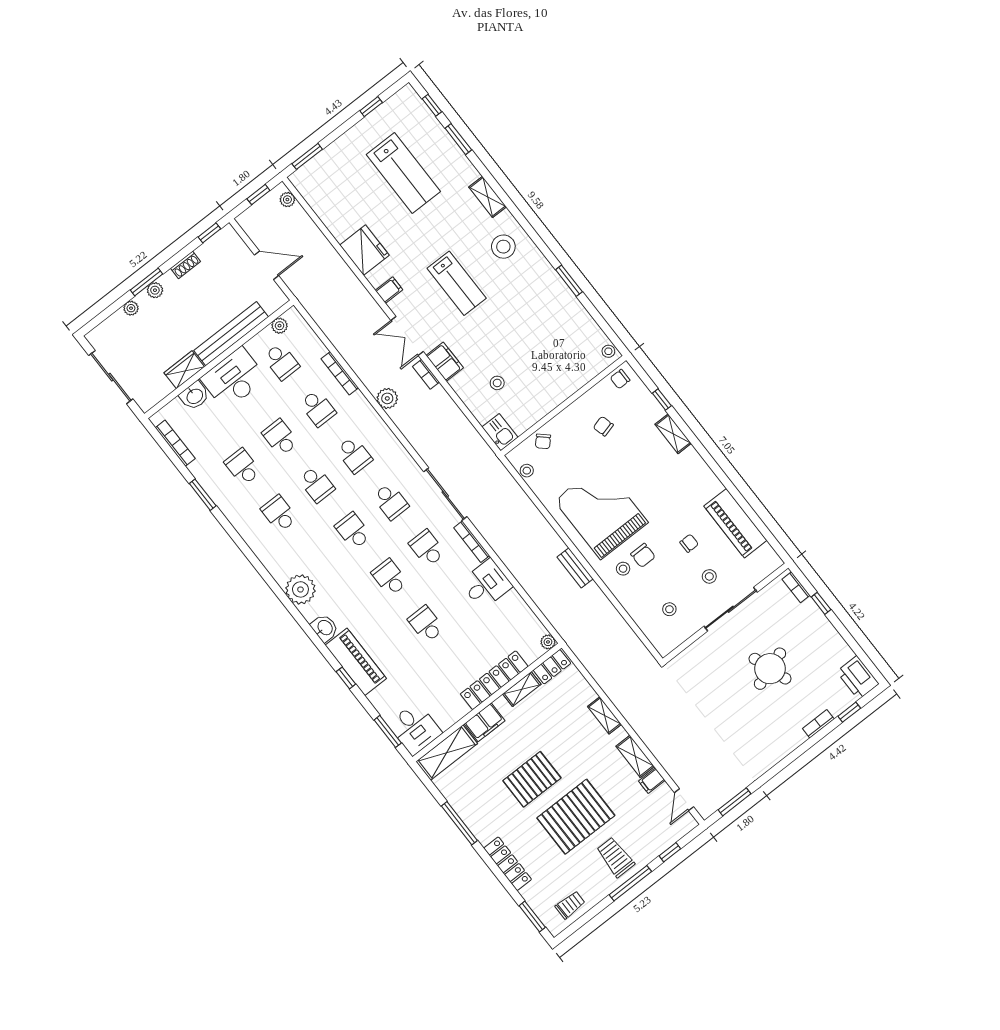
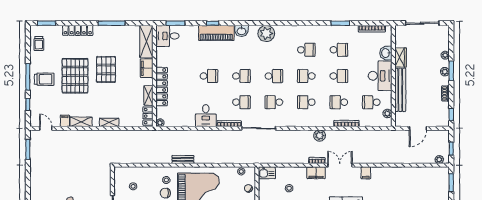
fridge: (364, 250) -> (391, 176), removed

